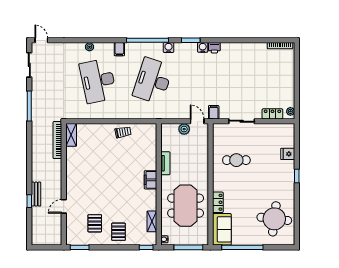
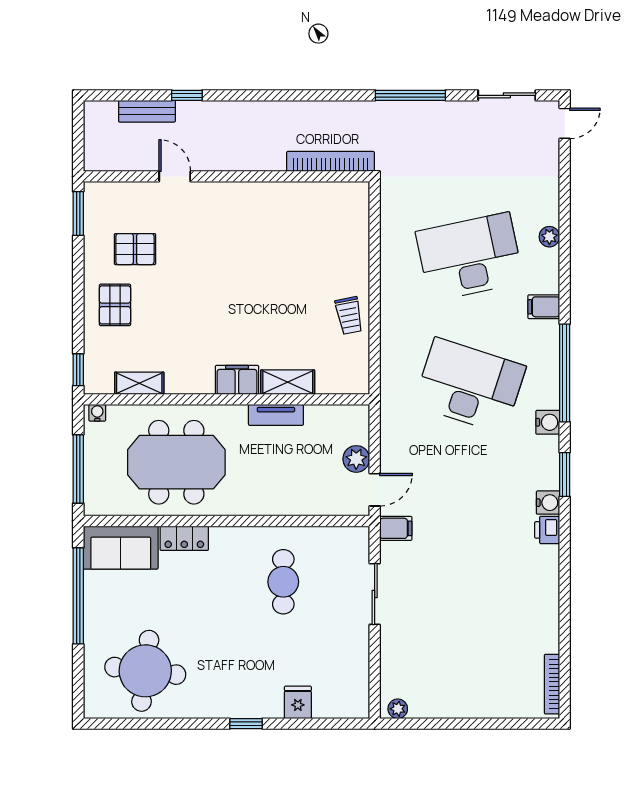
locker: (272, 114) -> (392, 666), removed
shelving: (71, 135) -> (288, 382), moved
bench: (36, 194) -> (147, 111), moved
pallet: (119, 232) -> (115, 305), turned 90

